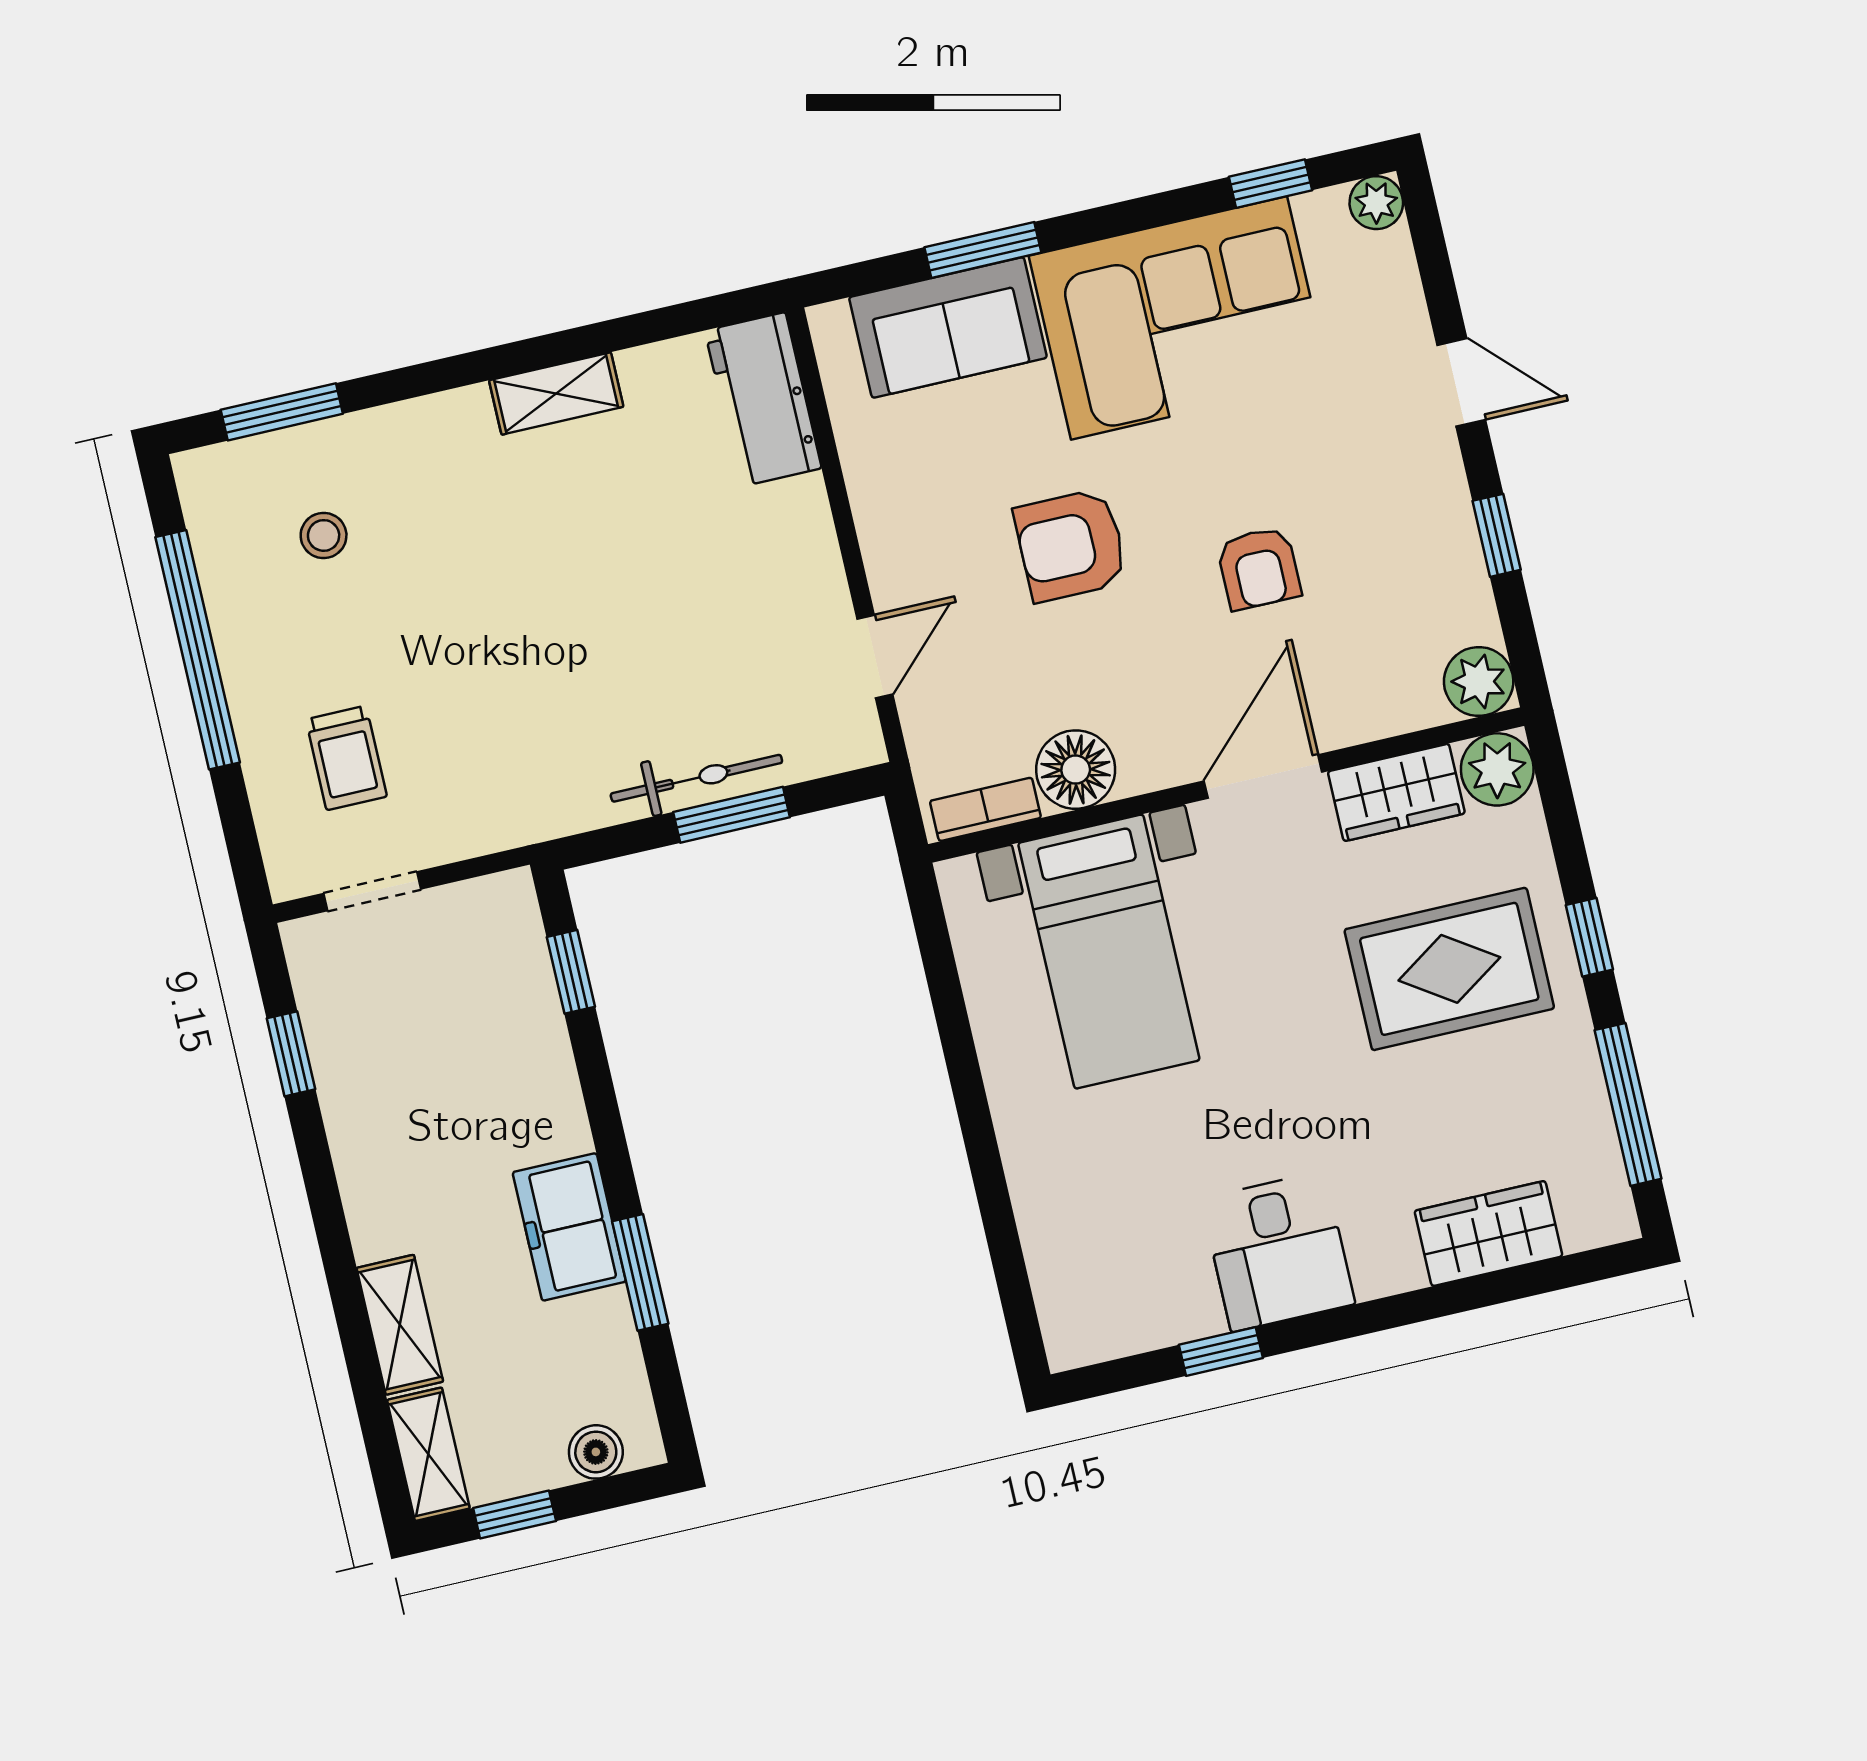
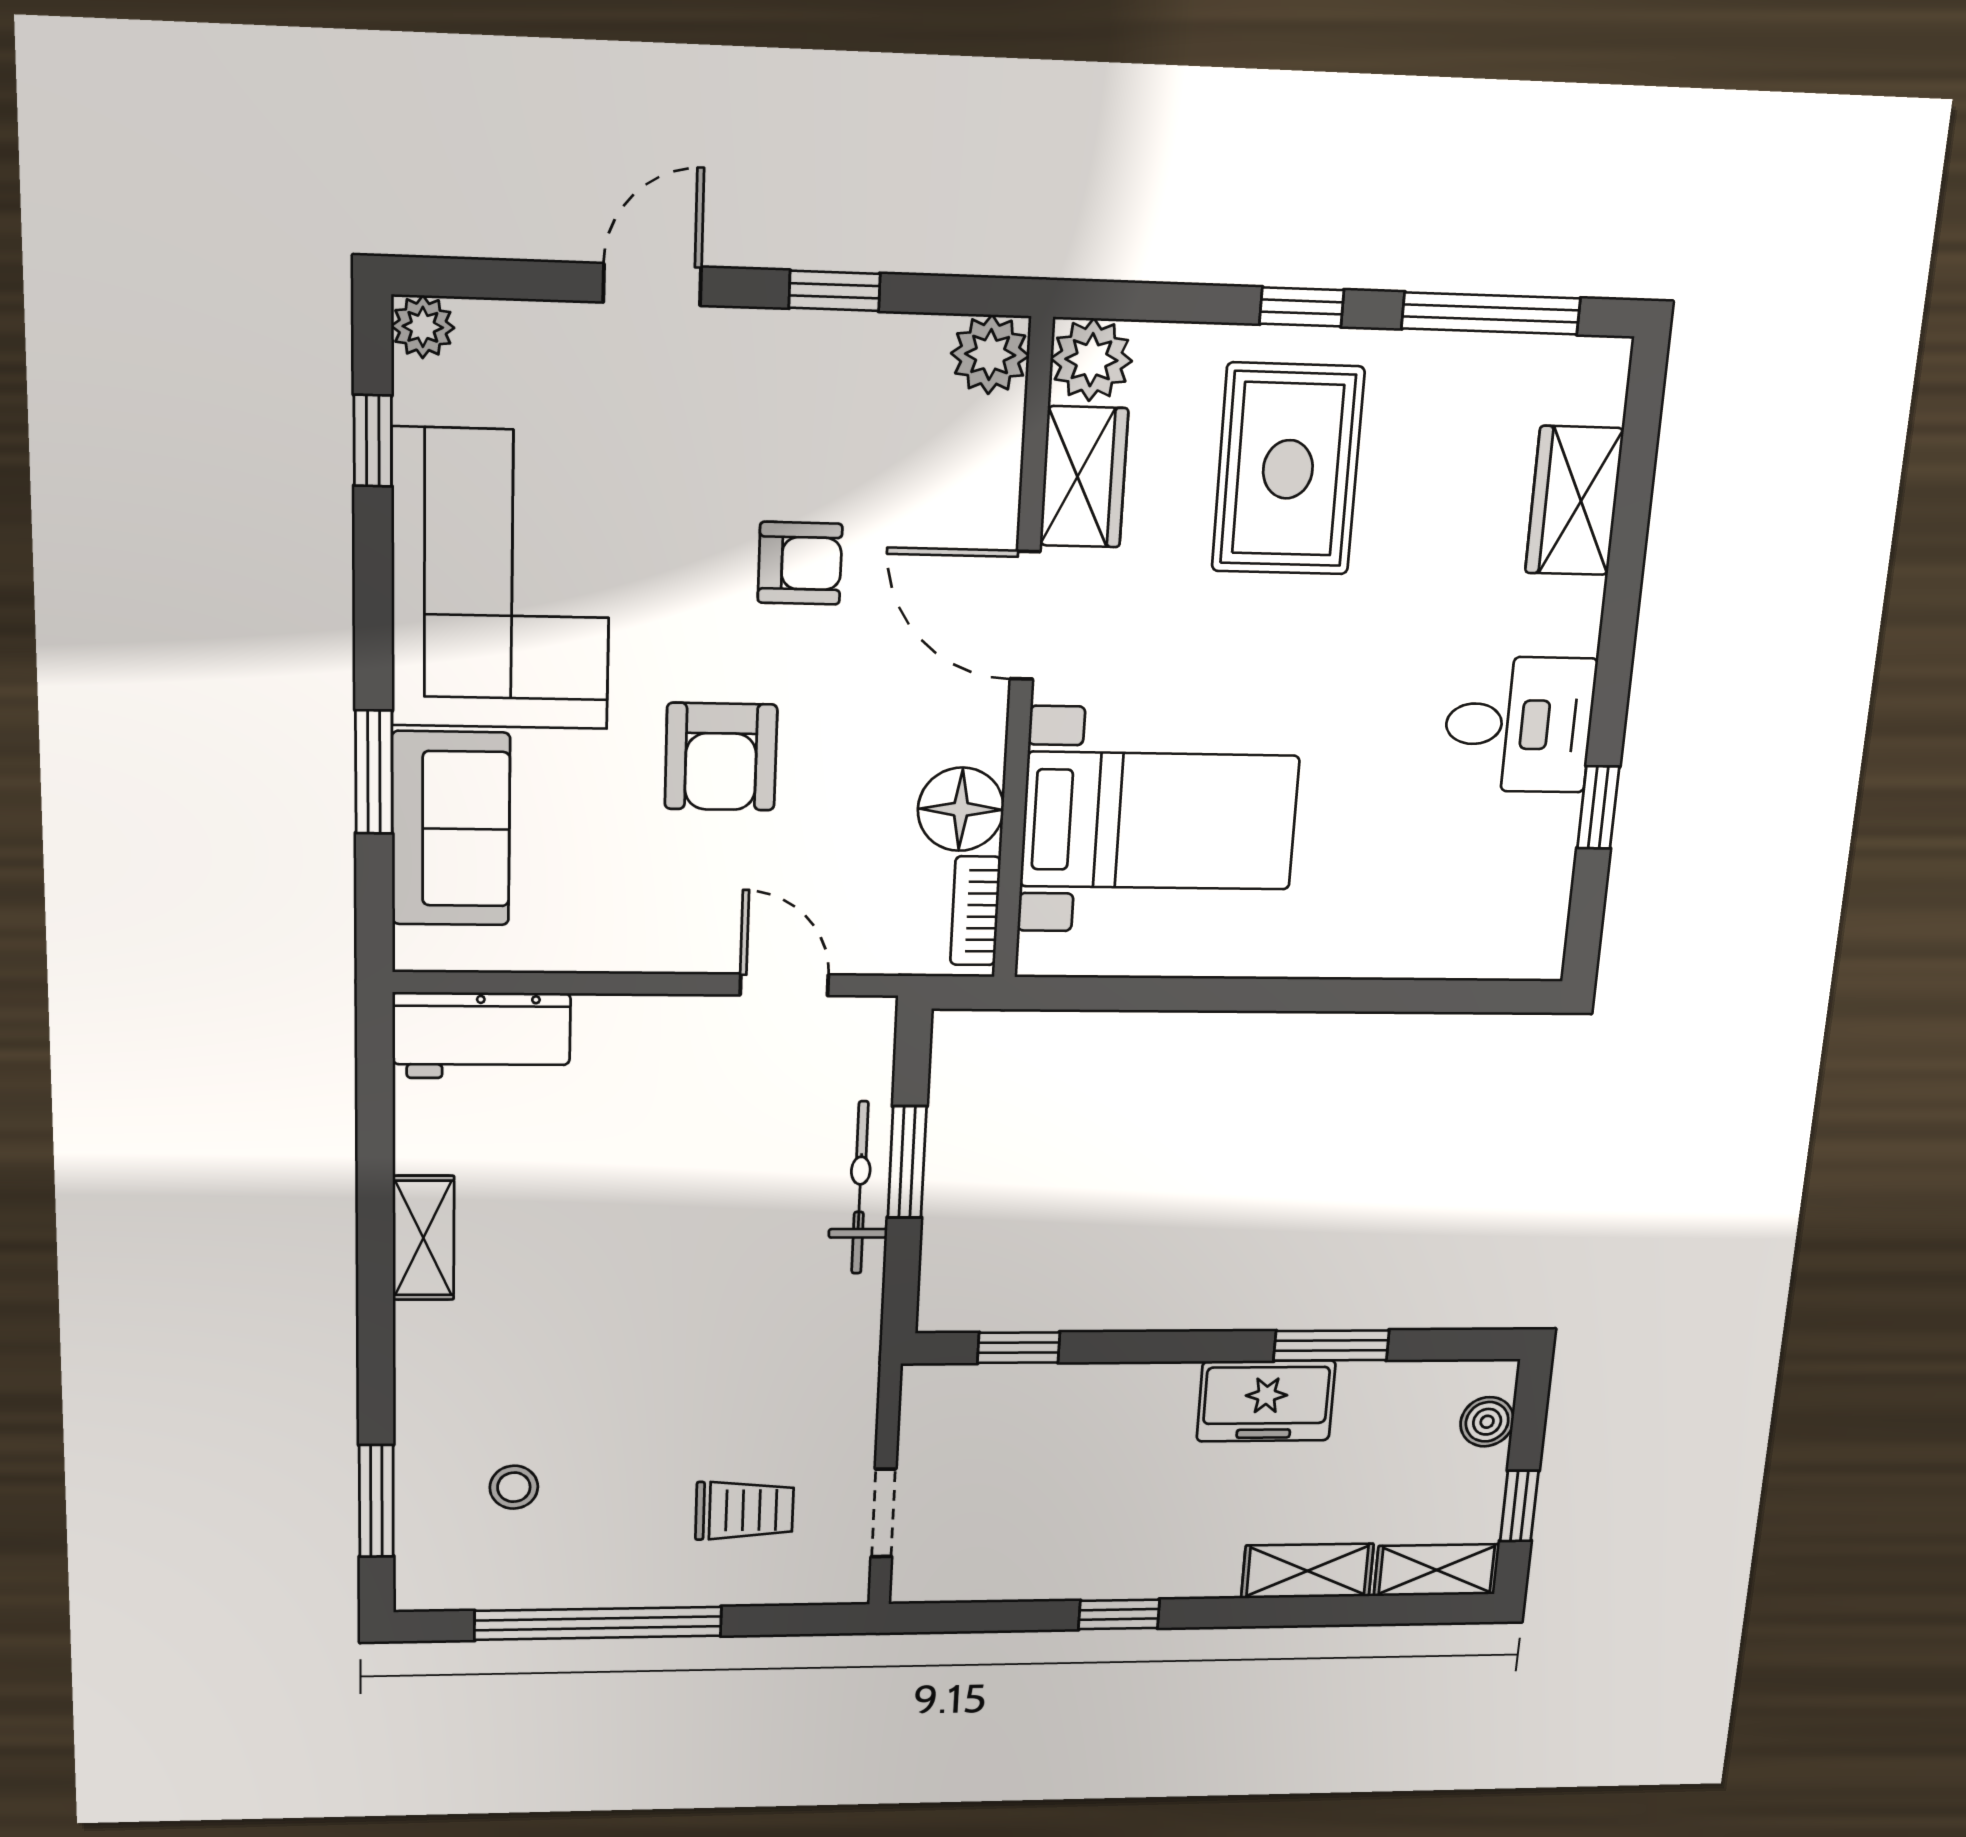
window: (291, 1054) -> (1119, 1614), moved

